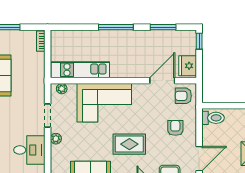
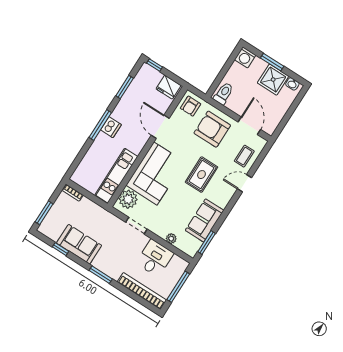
dishwasher: (120, 38) -> (111, 127), added
door: (162, 81) -> (160, 127), moved
plant: (62, 89) -> (128, 199), width x1.87, depth x1.87
armchair: (175, 128) -> (212, 129), width x1.88, depth x1.88
plant: (56, 139) -> (171, 239), moved

